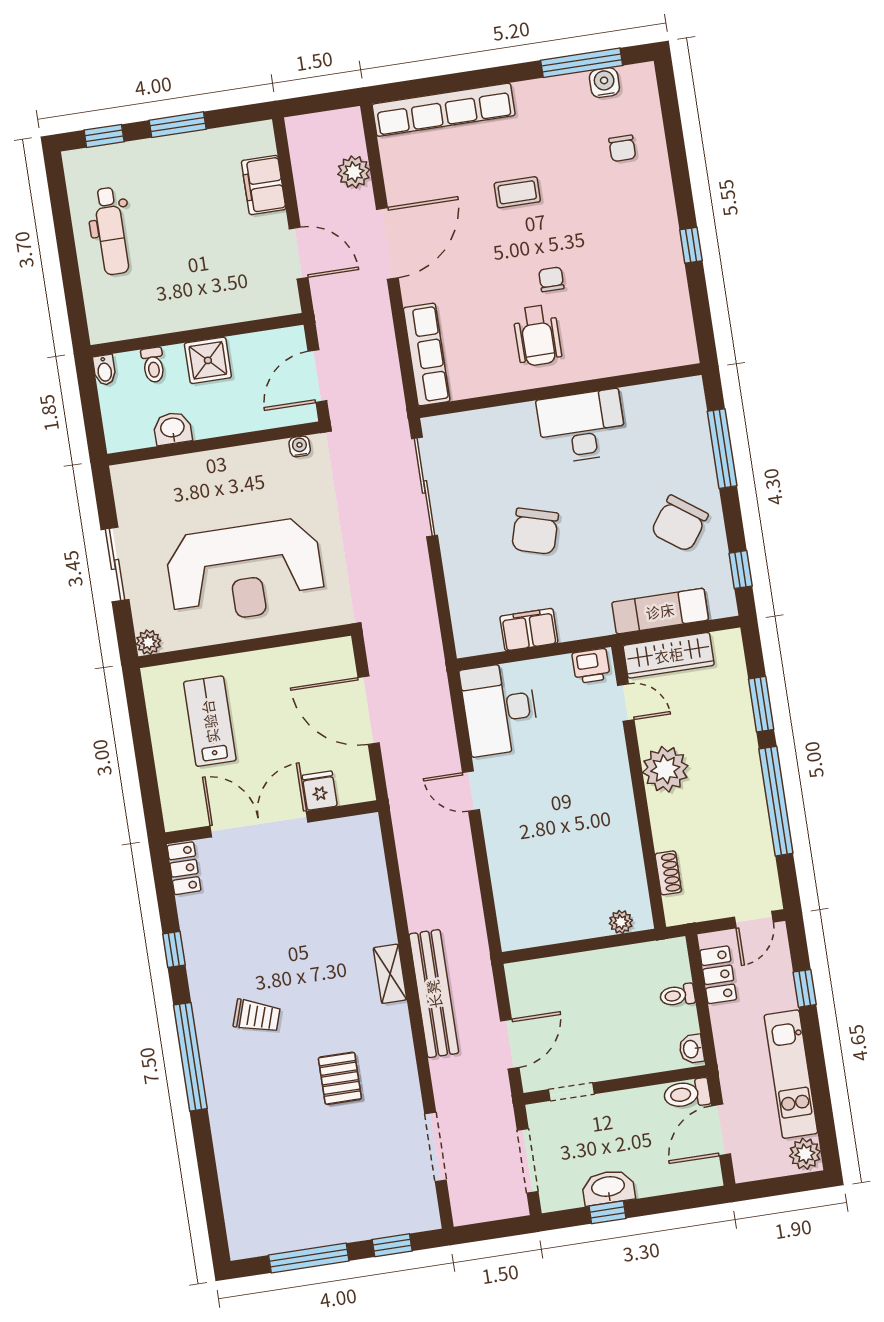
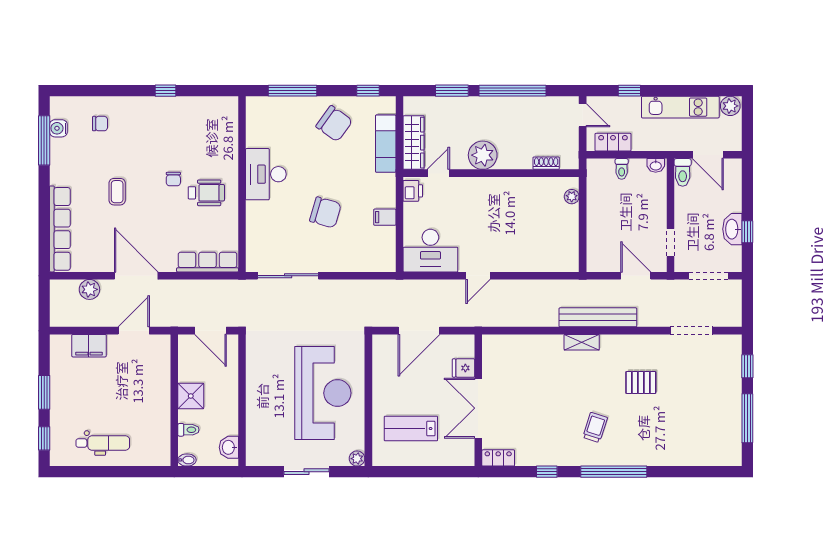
chair: (551, 279) -> (173, 179), turned -90
washbasin: (173, 428) -> (229, 447), moved
water cooler: (300, 446) -> (252, 348), removed
filing cabinet: (529, 630) -> (385, 217), width x0.50

